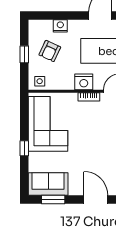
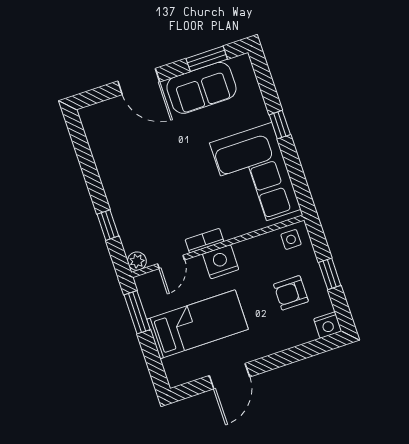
nightstand: (60, 26) -> (328, 325), moved
armchair: (50, 51) -> (291, 293), turned -115
sofa: (48, 184) -> (201, 88), moved

